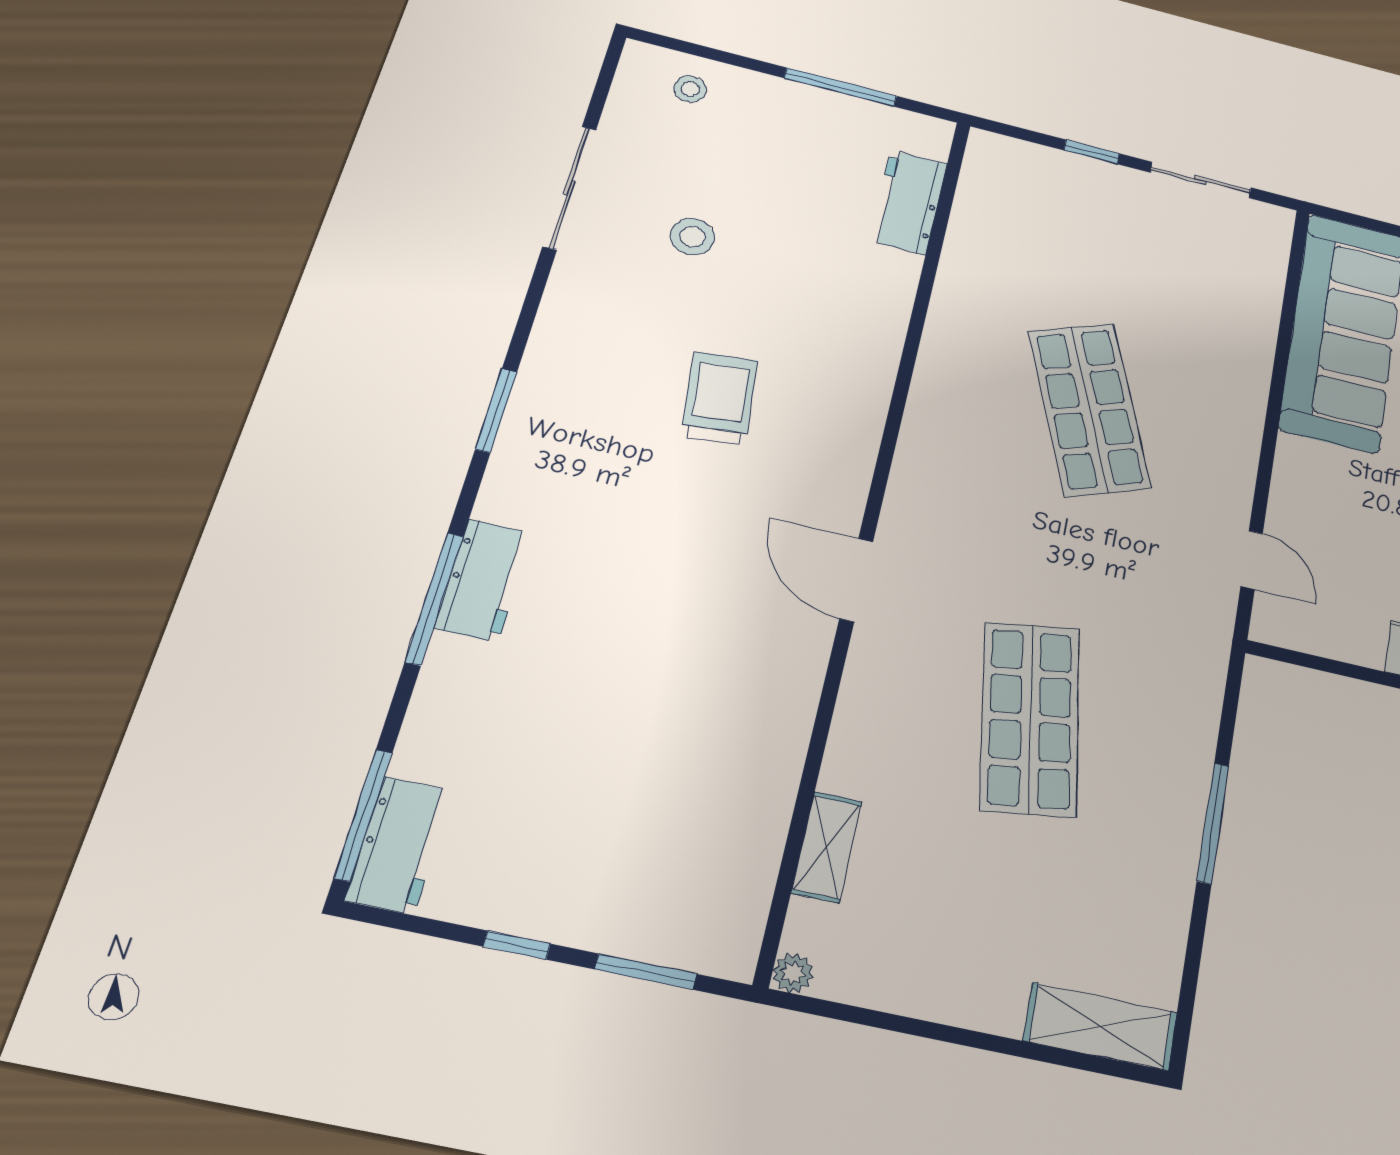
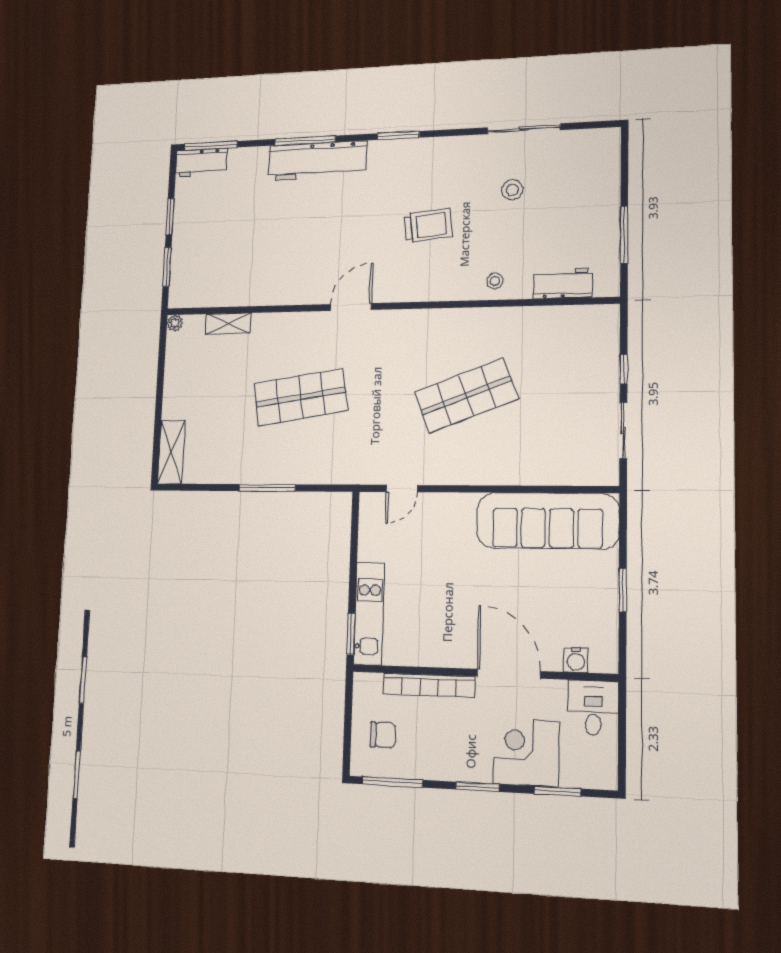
stool: (690, 89) -> (495, 281), moved
workbench: (483, 580) -> (317, 161), width x1.88, depth x1.32
window: (517, 945) -> (170, 217), width x1.50

